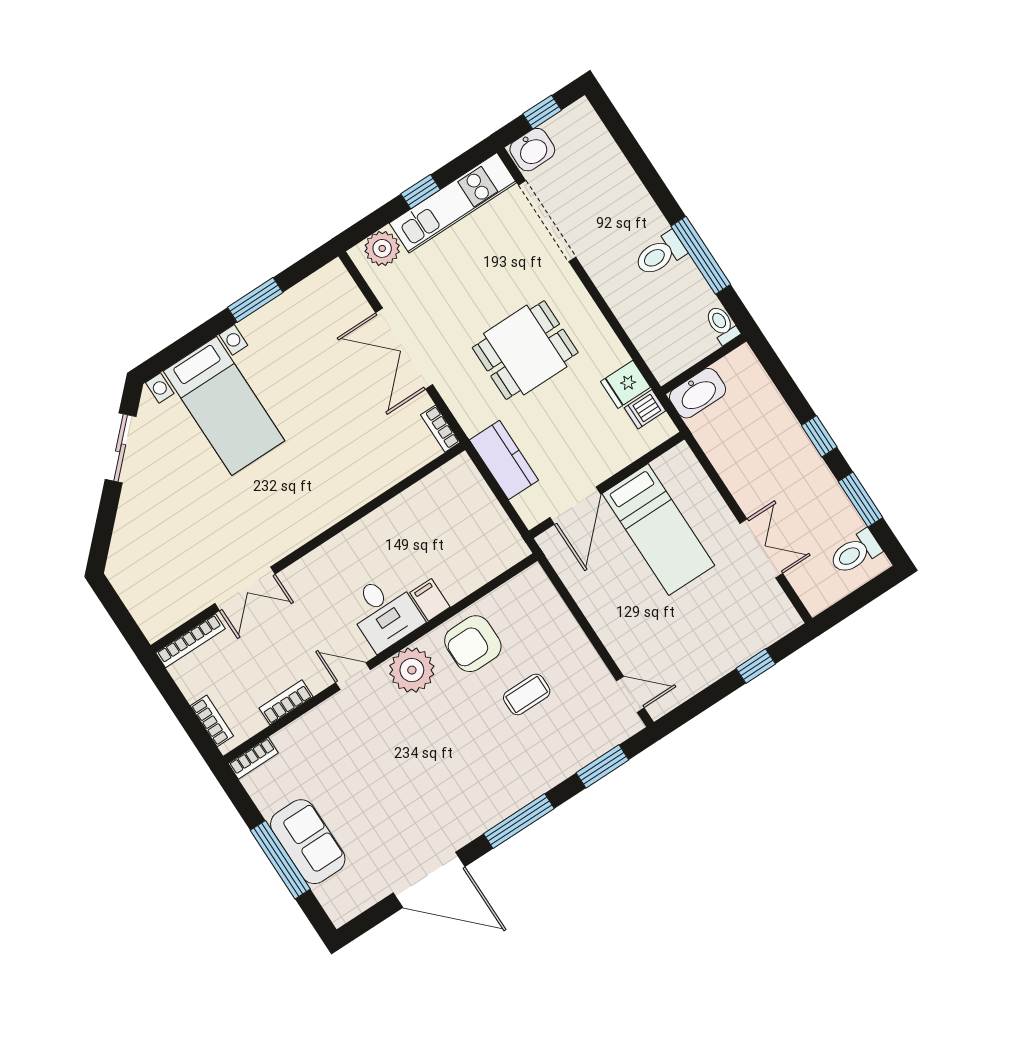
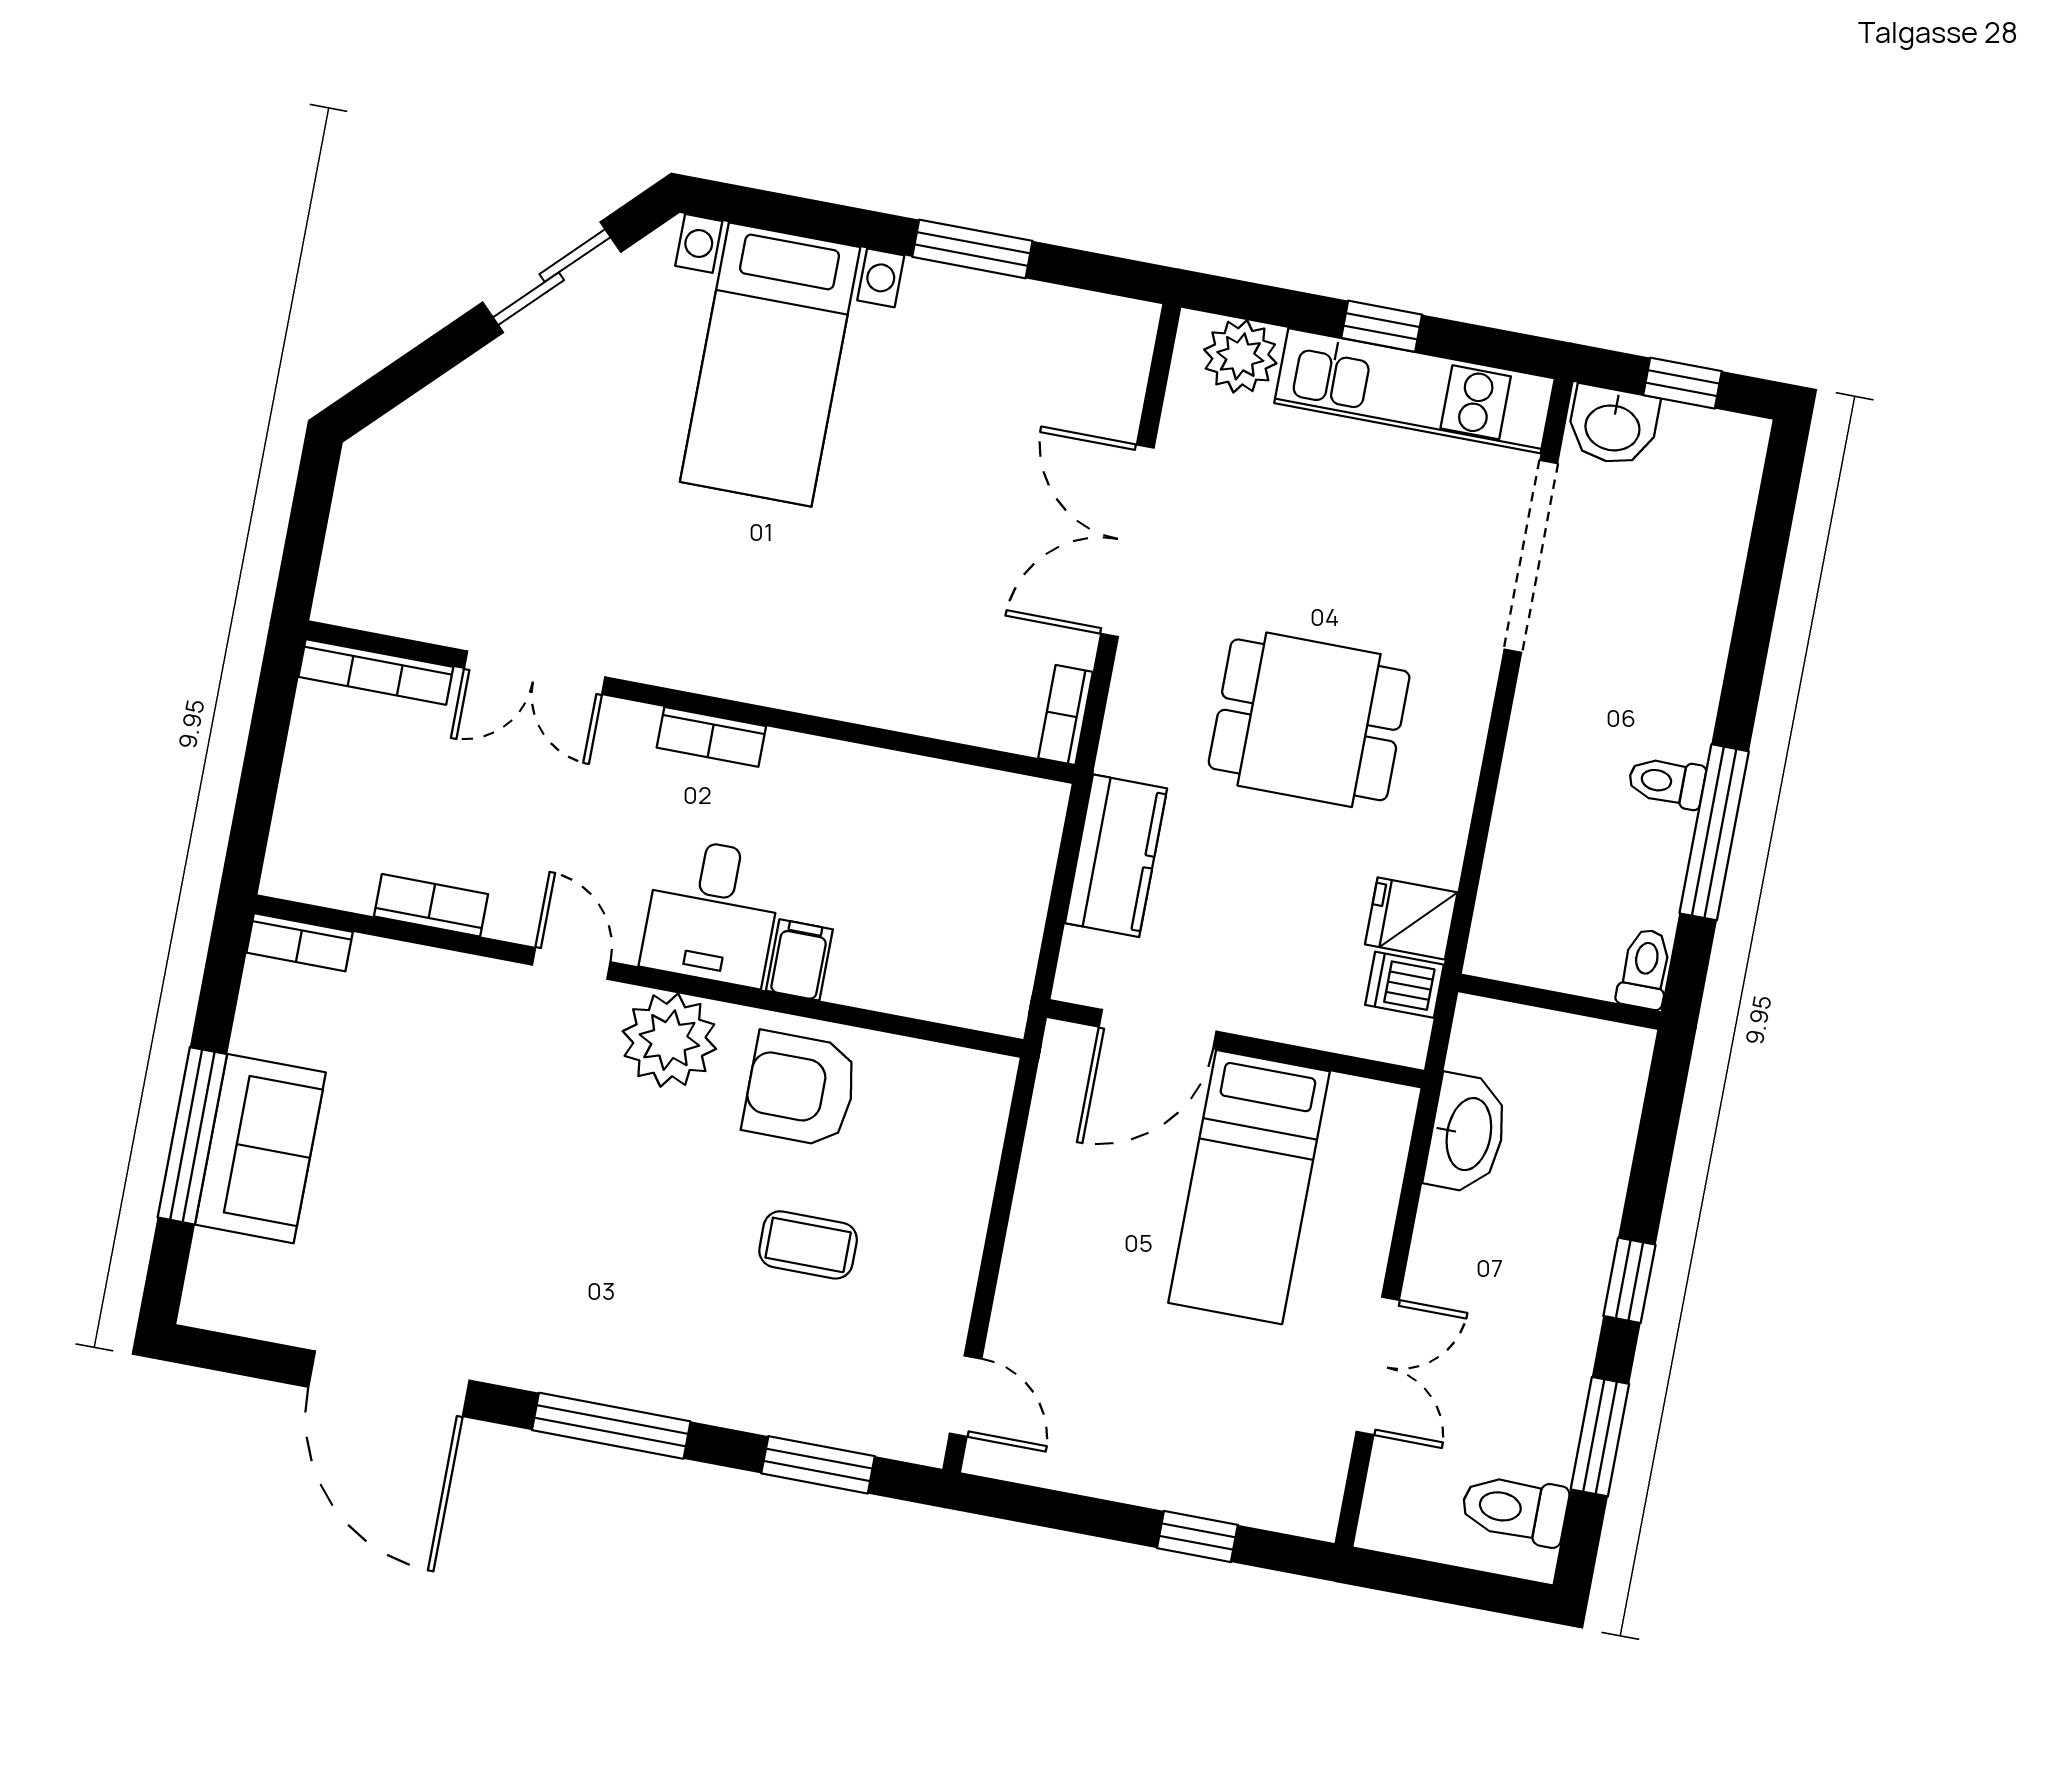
toilet: (660, 254) -> (1667, 782), width x0.73, depth x0.72
washbasin: (698, 393) -> (1467, 1134), moved, turned -90
bookcase: (212, 721) -> (711, 737), moved, turned 90

